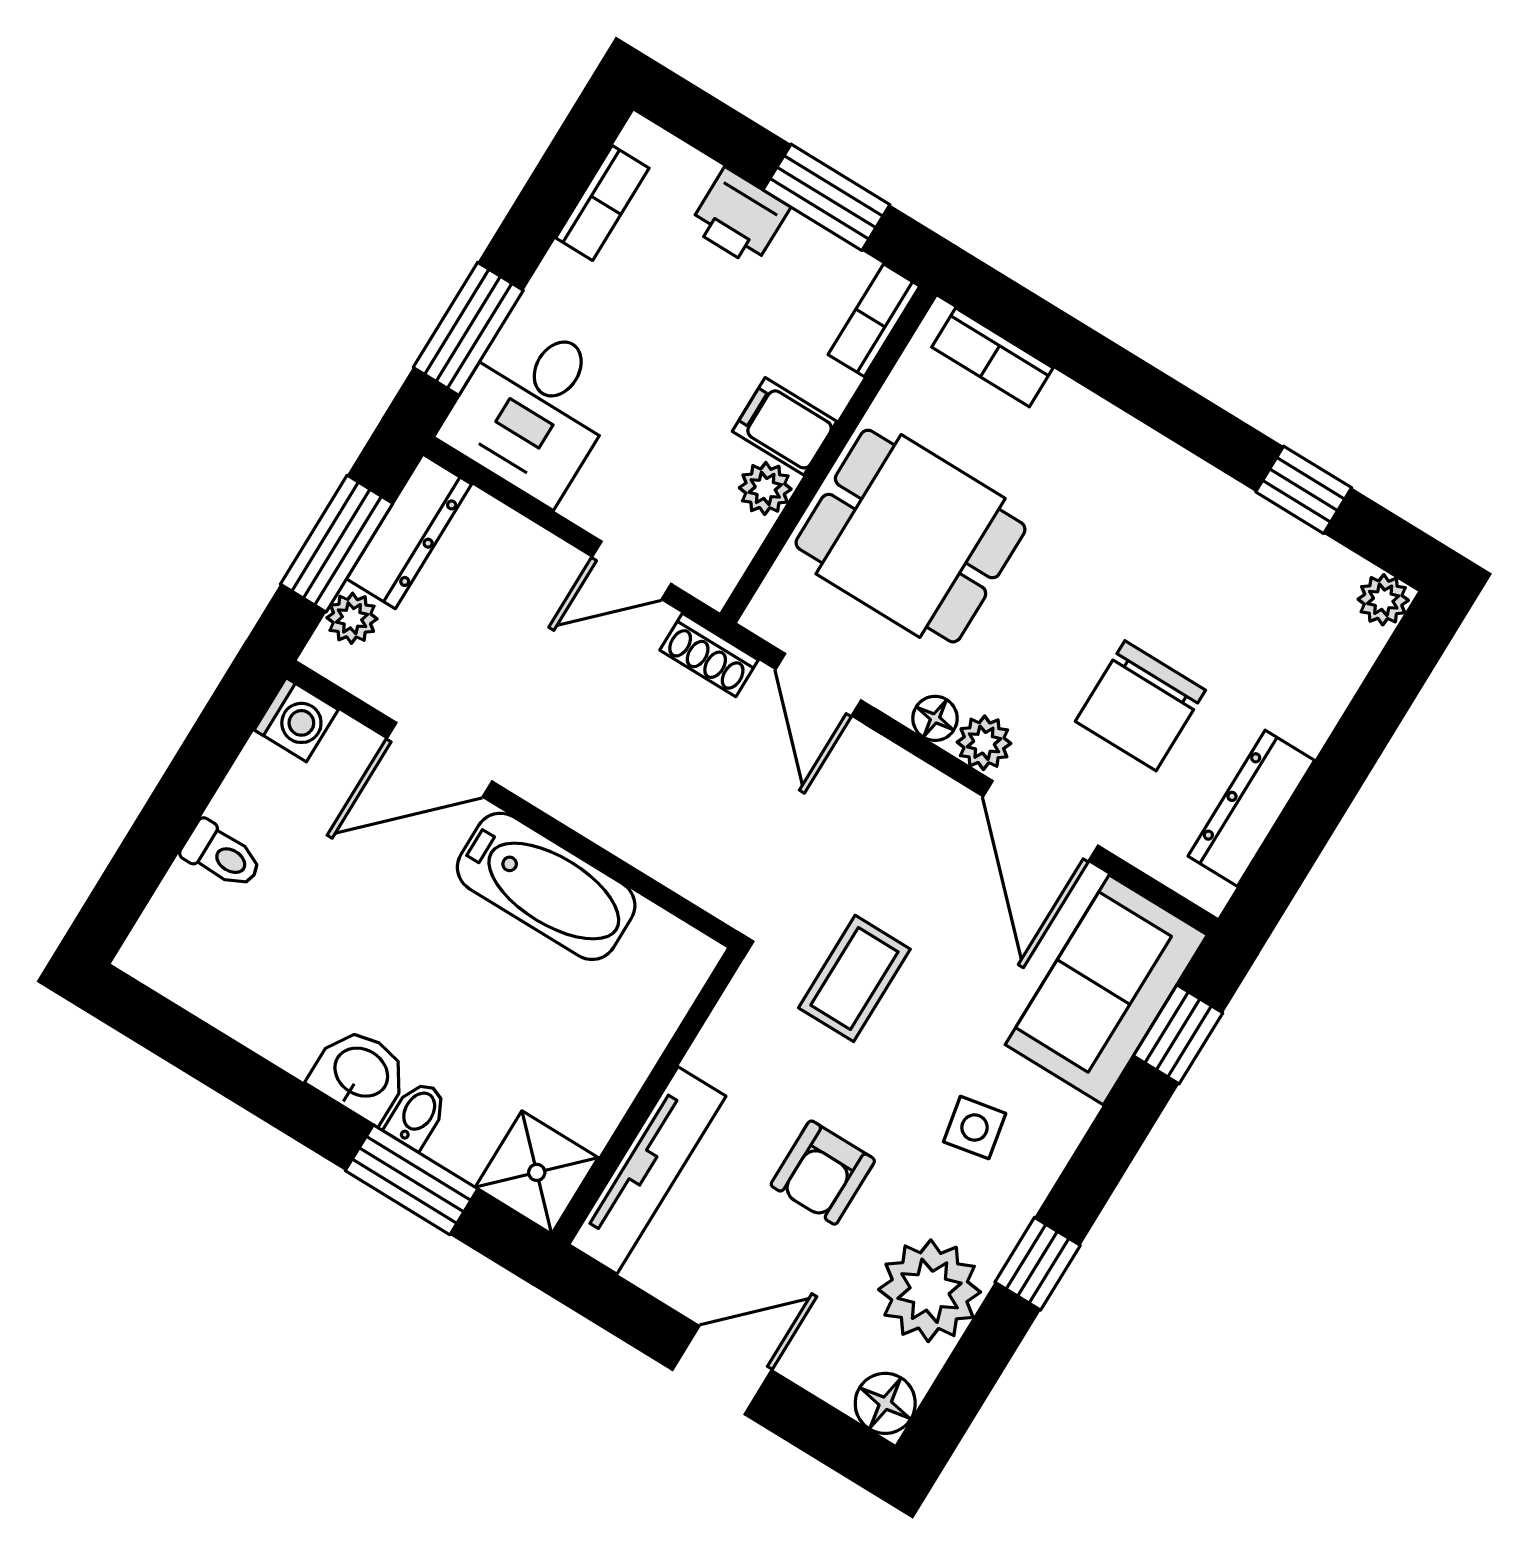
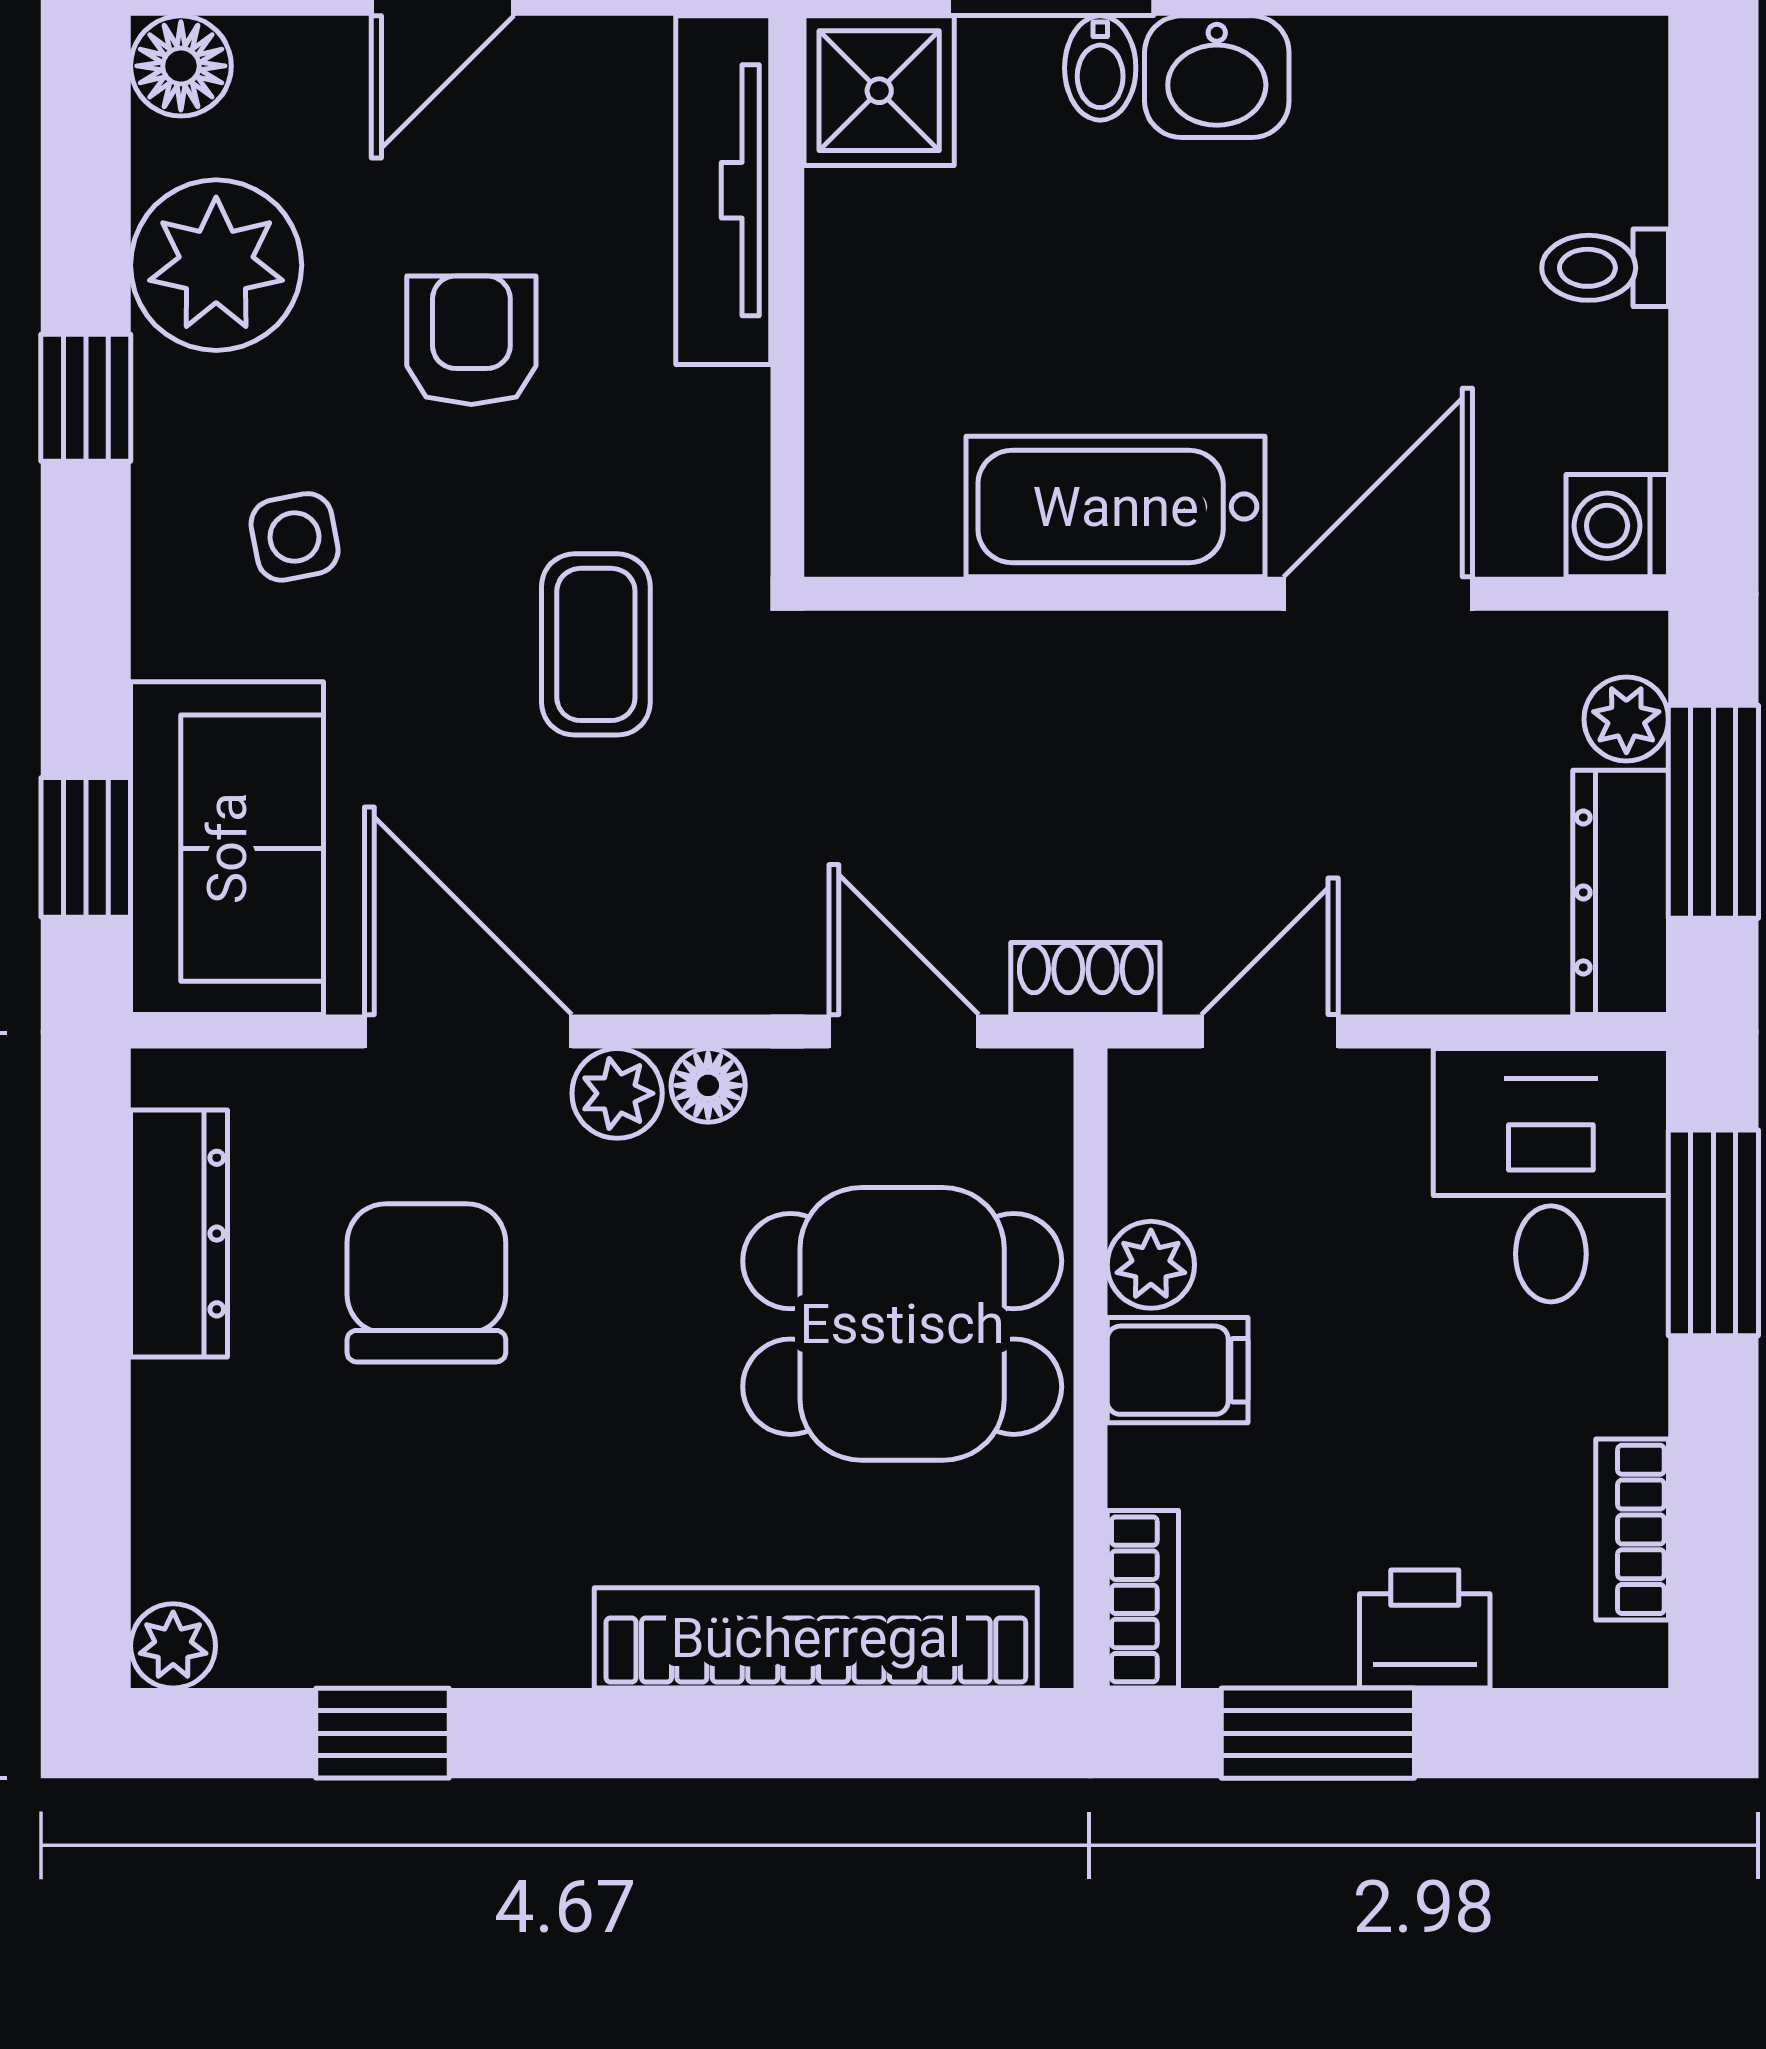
bookcase: (992, 357) -> (816, 1638), width x2.31, depth x1.31

